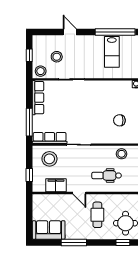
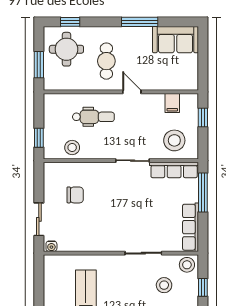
filing cabinet: (56, 185) -> (172, 103), width x0.50

